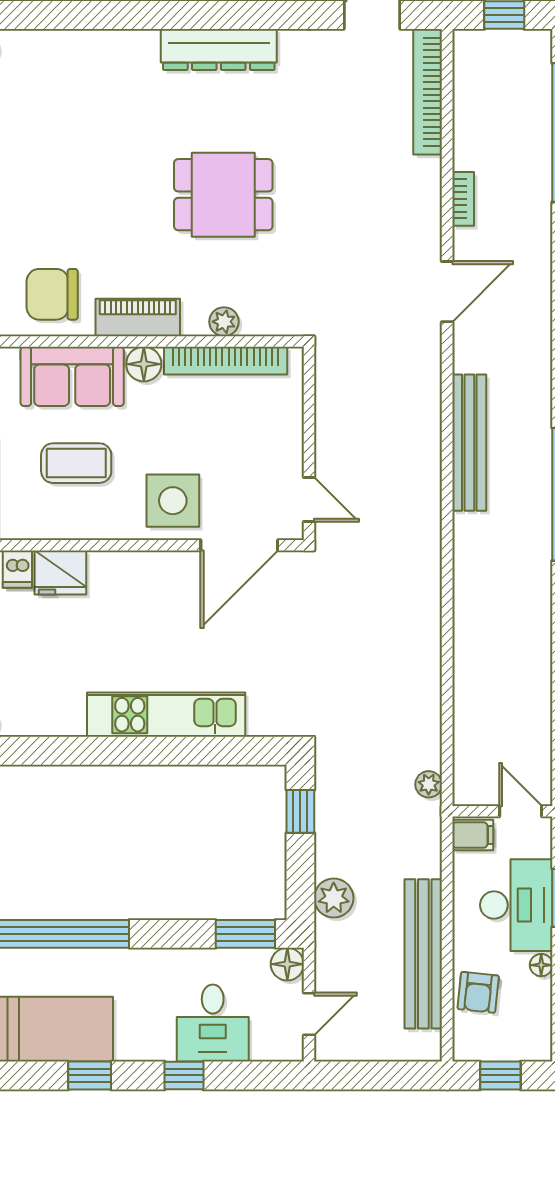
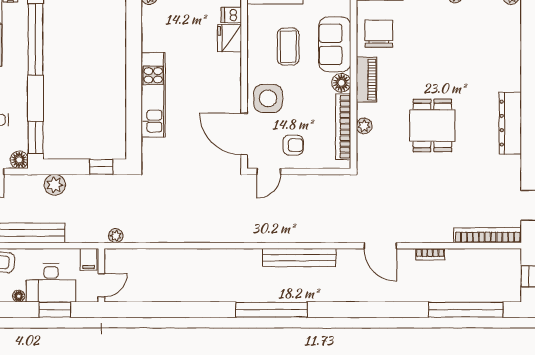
armchair: (260, 454) -> (293, 145), added

